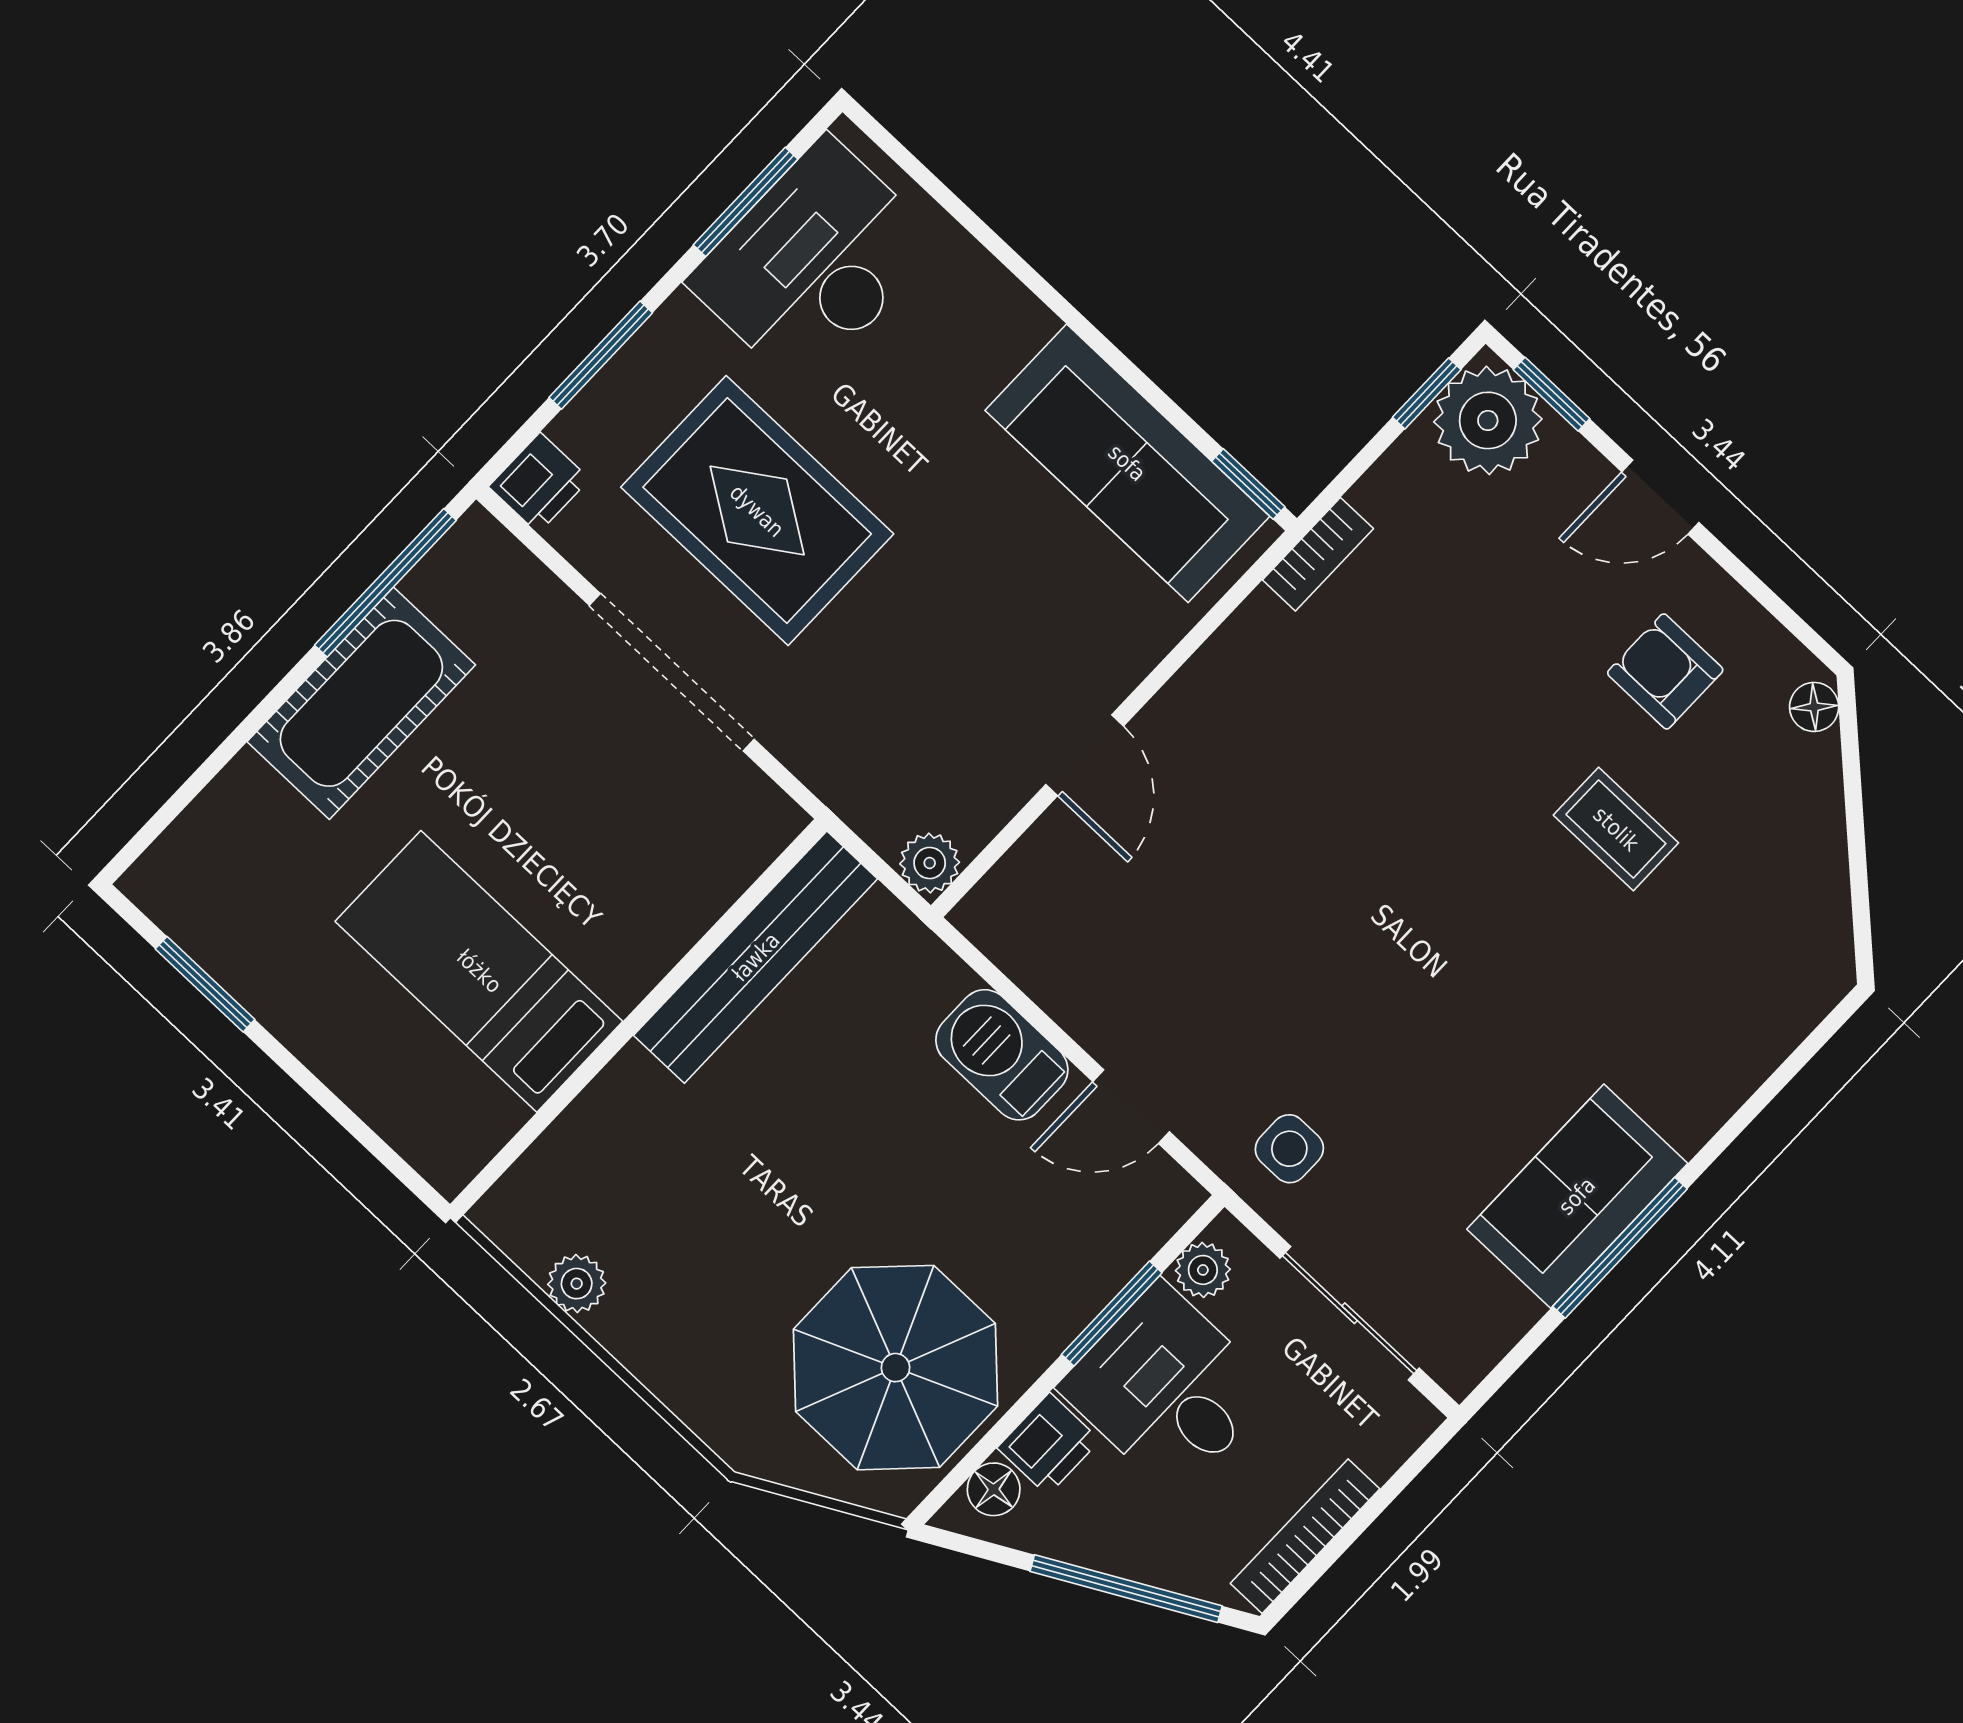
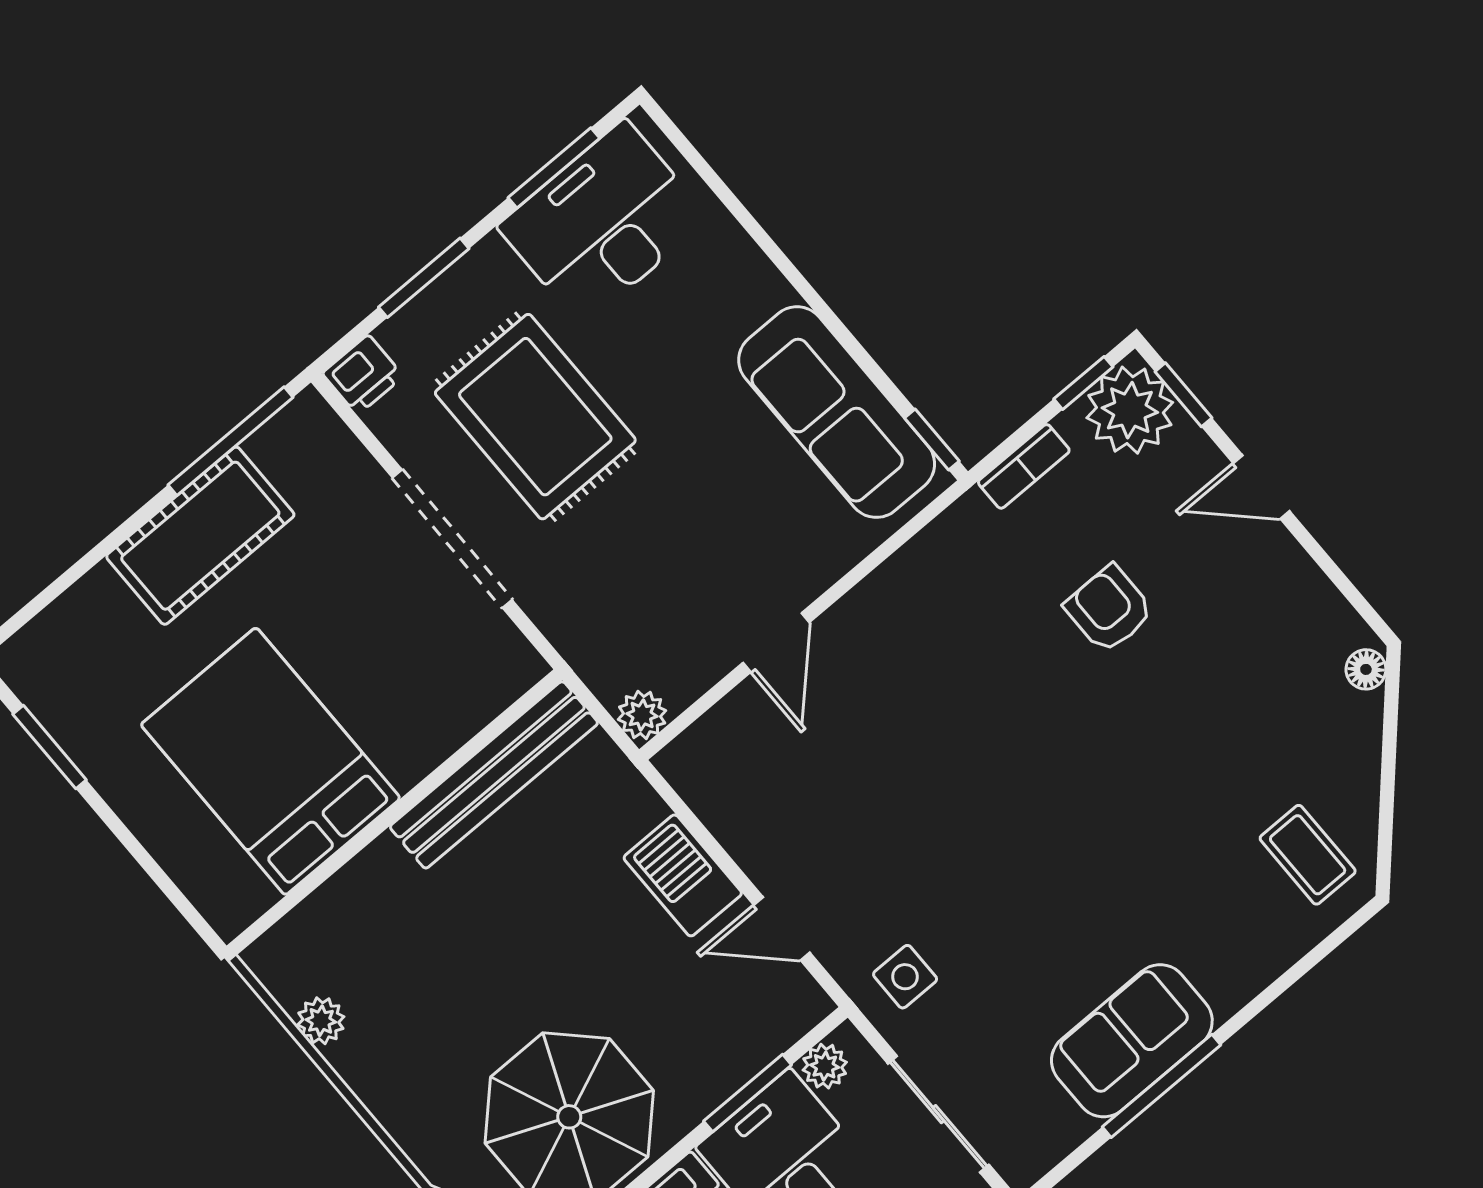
bookcase: (1318, 554) -> (1024, 466), moved
armchair: (1665, 671) -> (1109, 609), moved
coffee table: (1616, 829) -> (1308, 855), moved
bed: (479, 971) -> (271, 761), width x1.50

